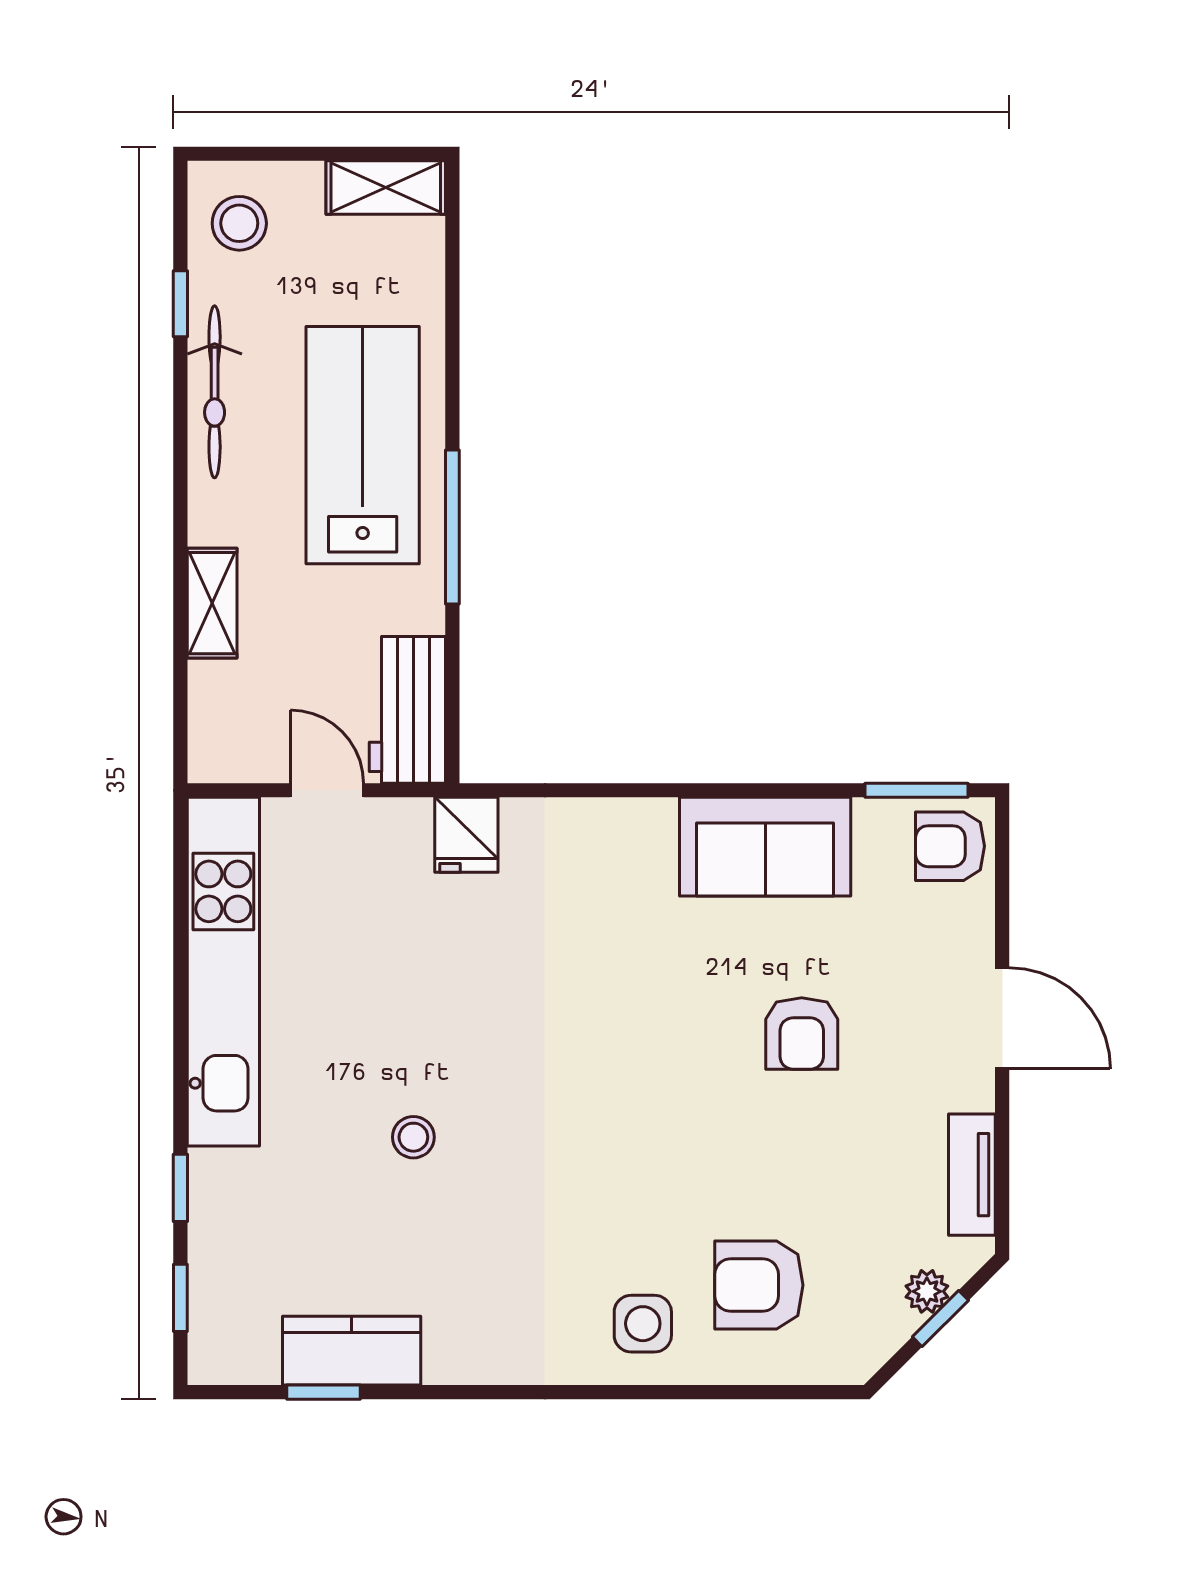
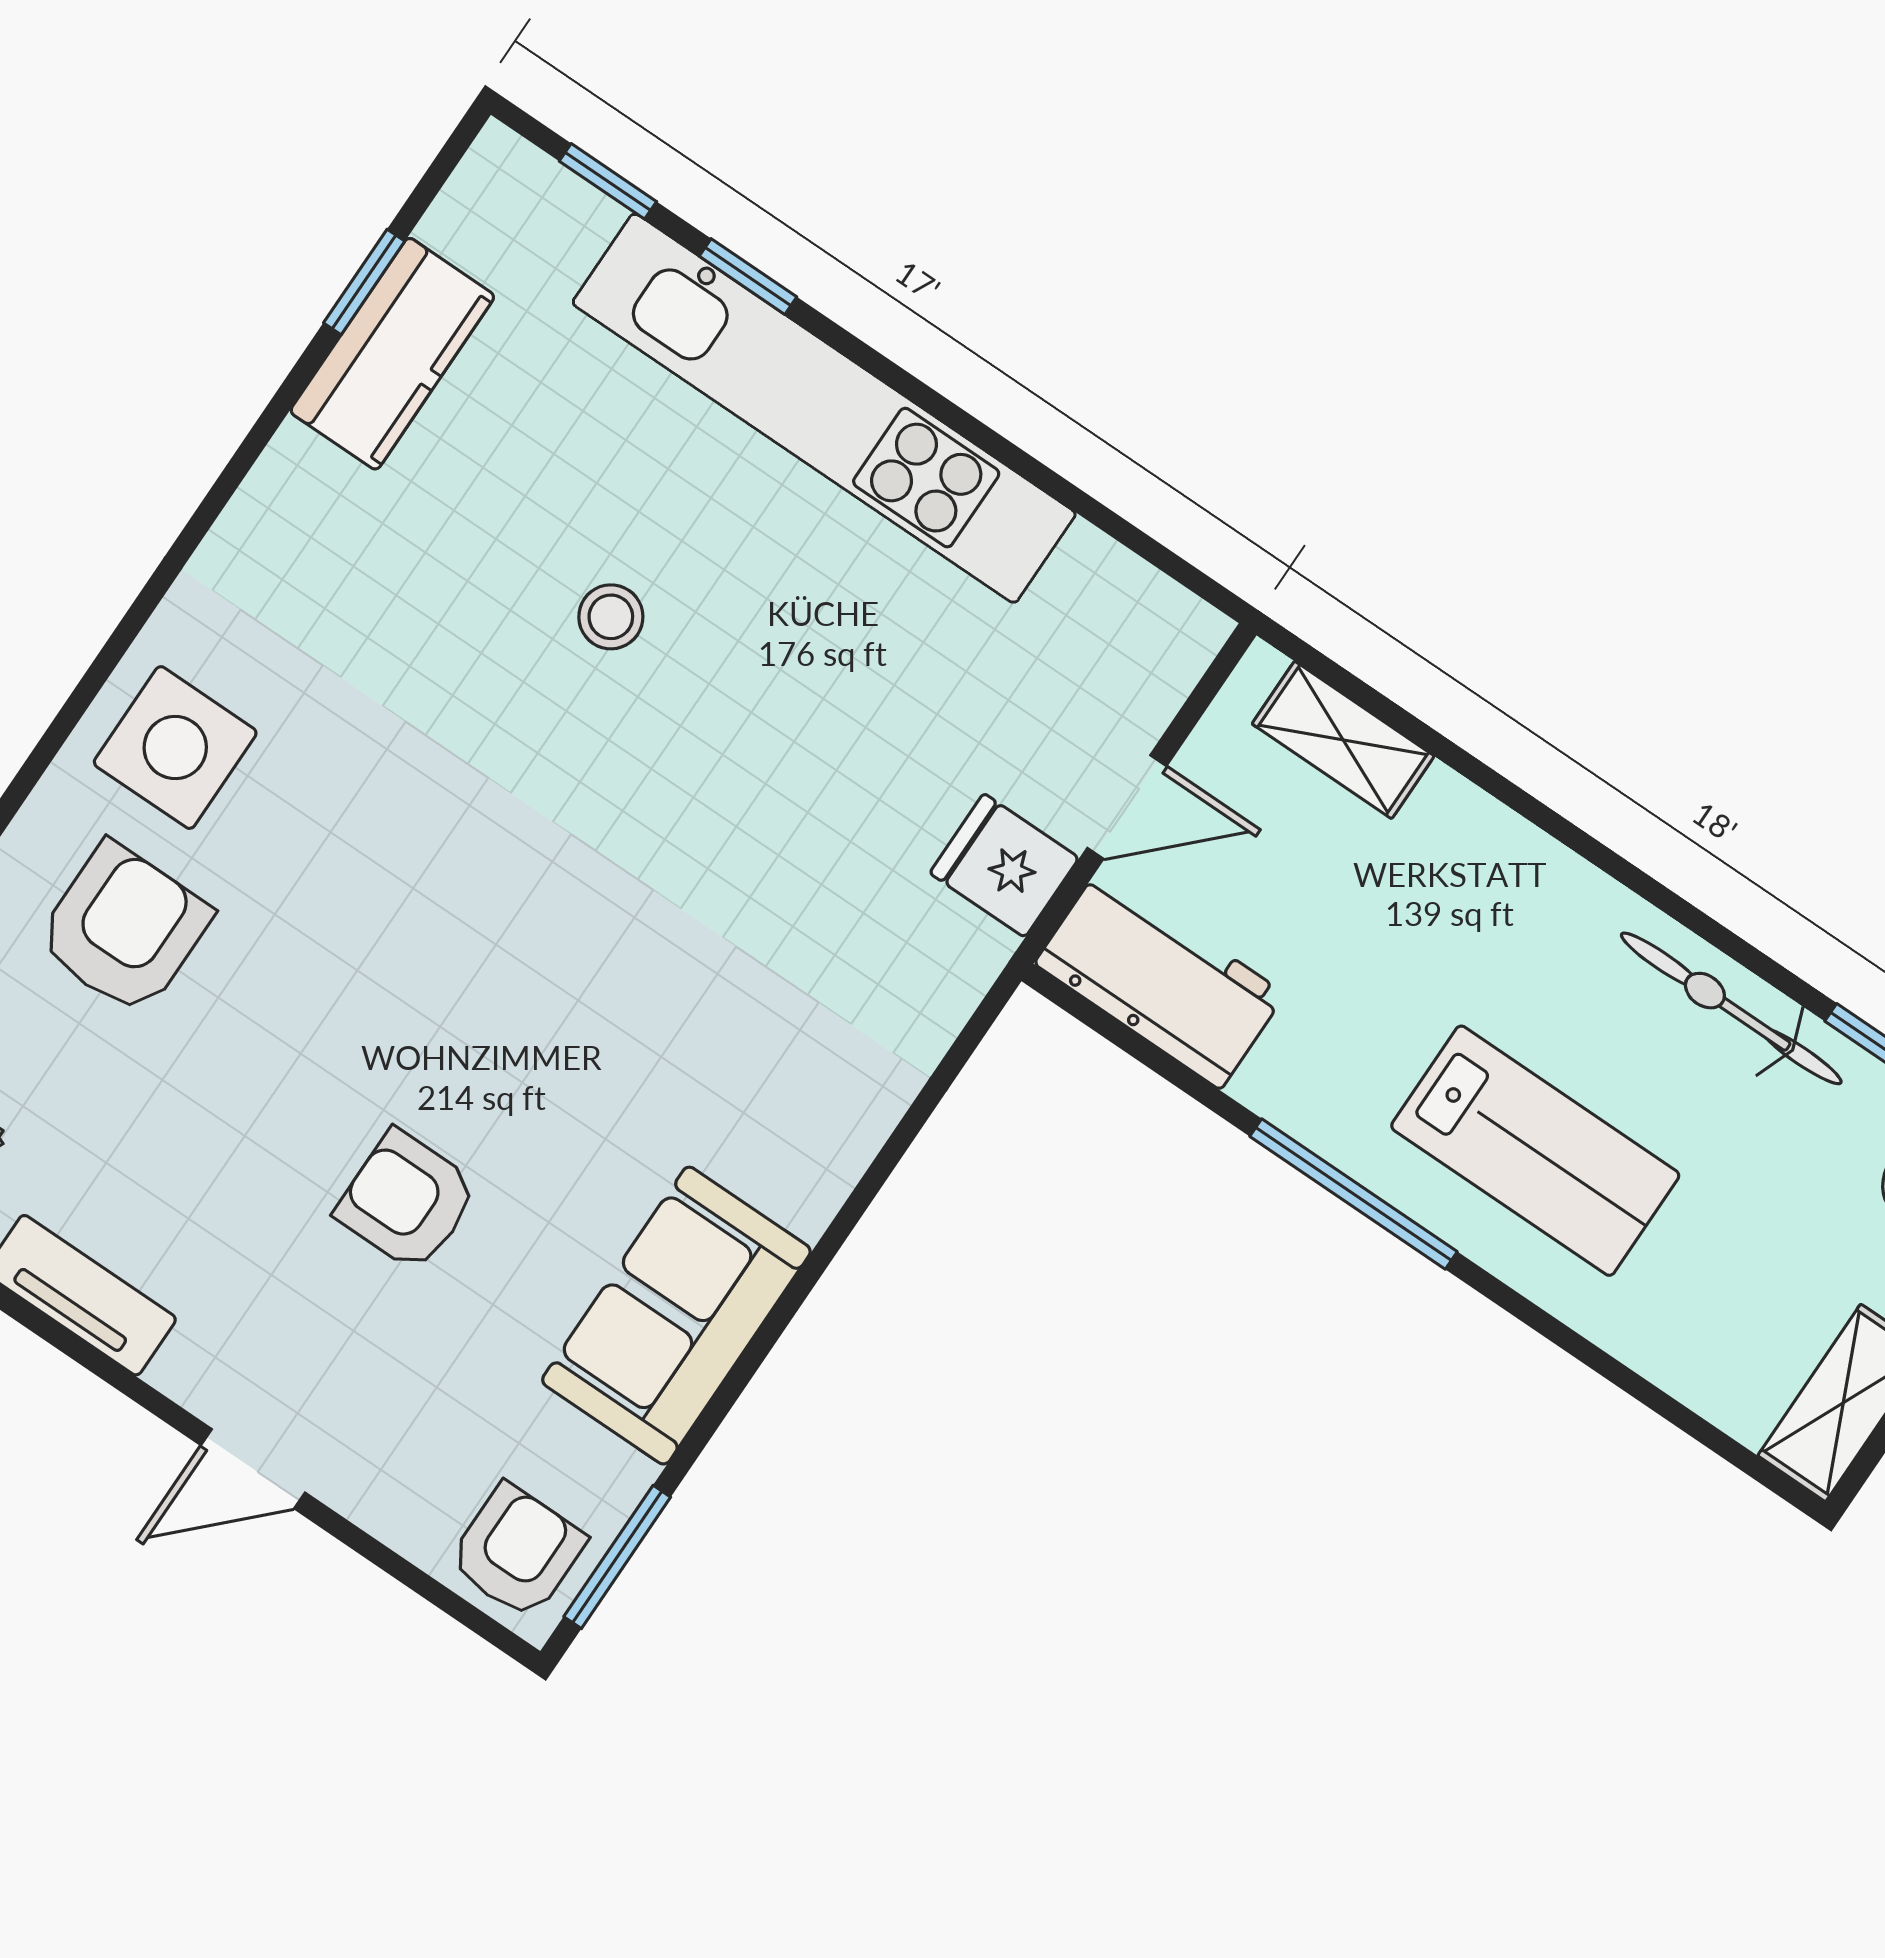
lab bench: (363, 445) -> (1535, 1151), width x0.73, depth x0.72
shelving: (212, 603) -> (1343, 740), moved
fridge: (466, 835) -> (1004, 865), moved
kitchen unit: (223, 972) -> (824, 408), moved
door: (1002, 1018) -> (253, 1469), width x0.73
side table: (643, 1324) -> (175, 748), width x1.37, depth x1.37

